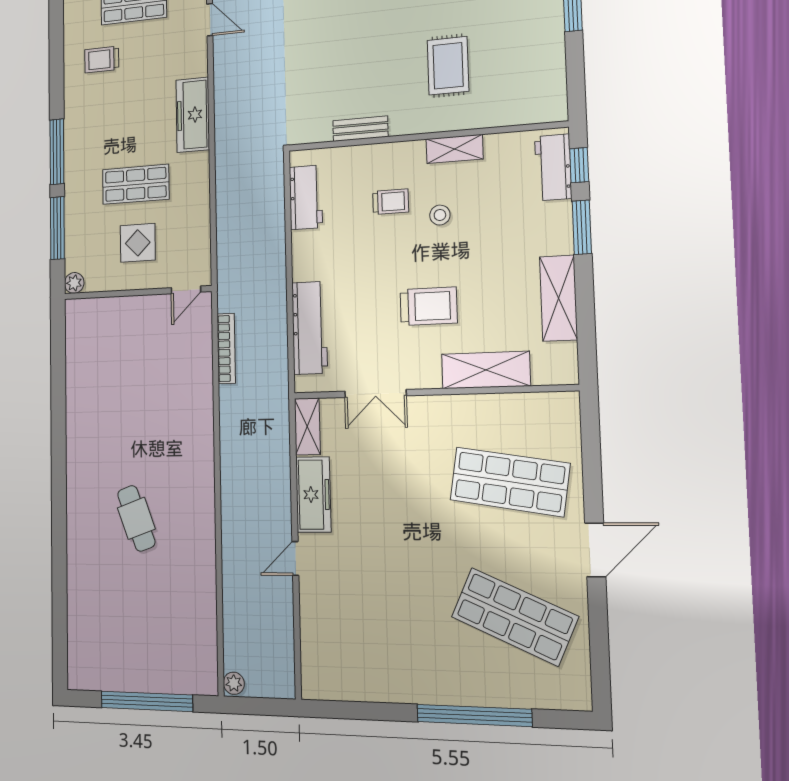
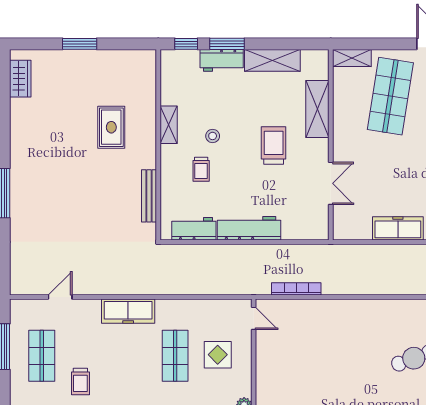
rug: (448, 66) -> (111, 127), turned 90
bench: (360, 129) -> (149, 196), width x1.36
workbench: (553, 167) -> (222, 60), moved
trolley: (391, 202) -> (201, 169), turned 180
workbench: (310, 328) -> (249, 228), moved
shelving: (307, 426) -> (352, 58), moved

